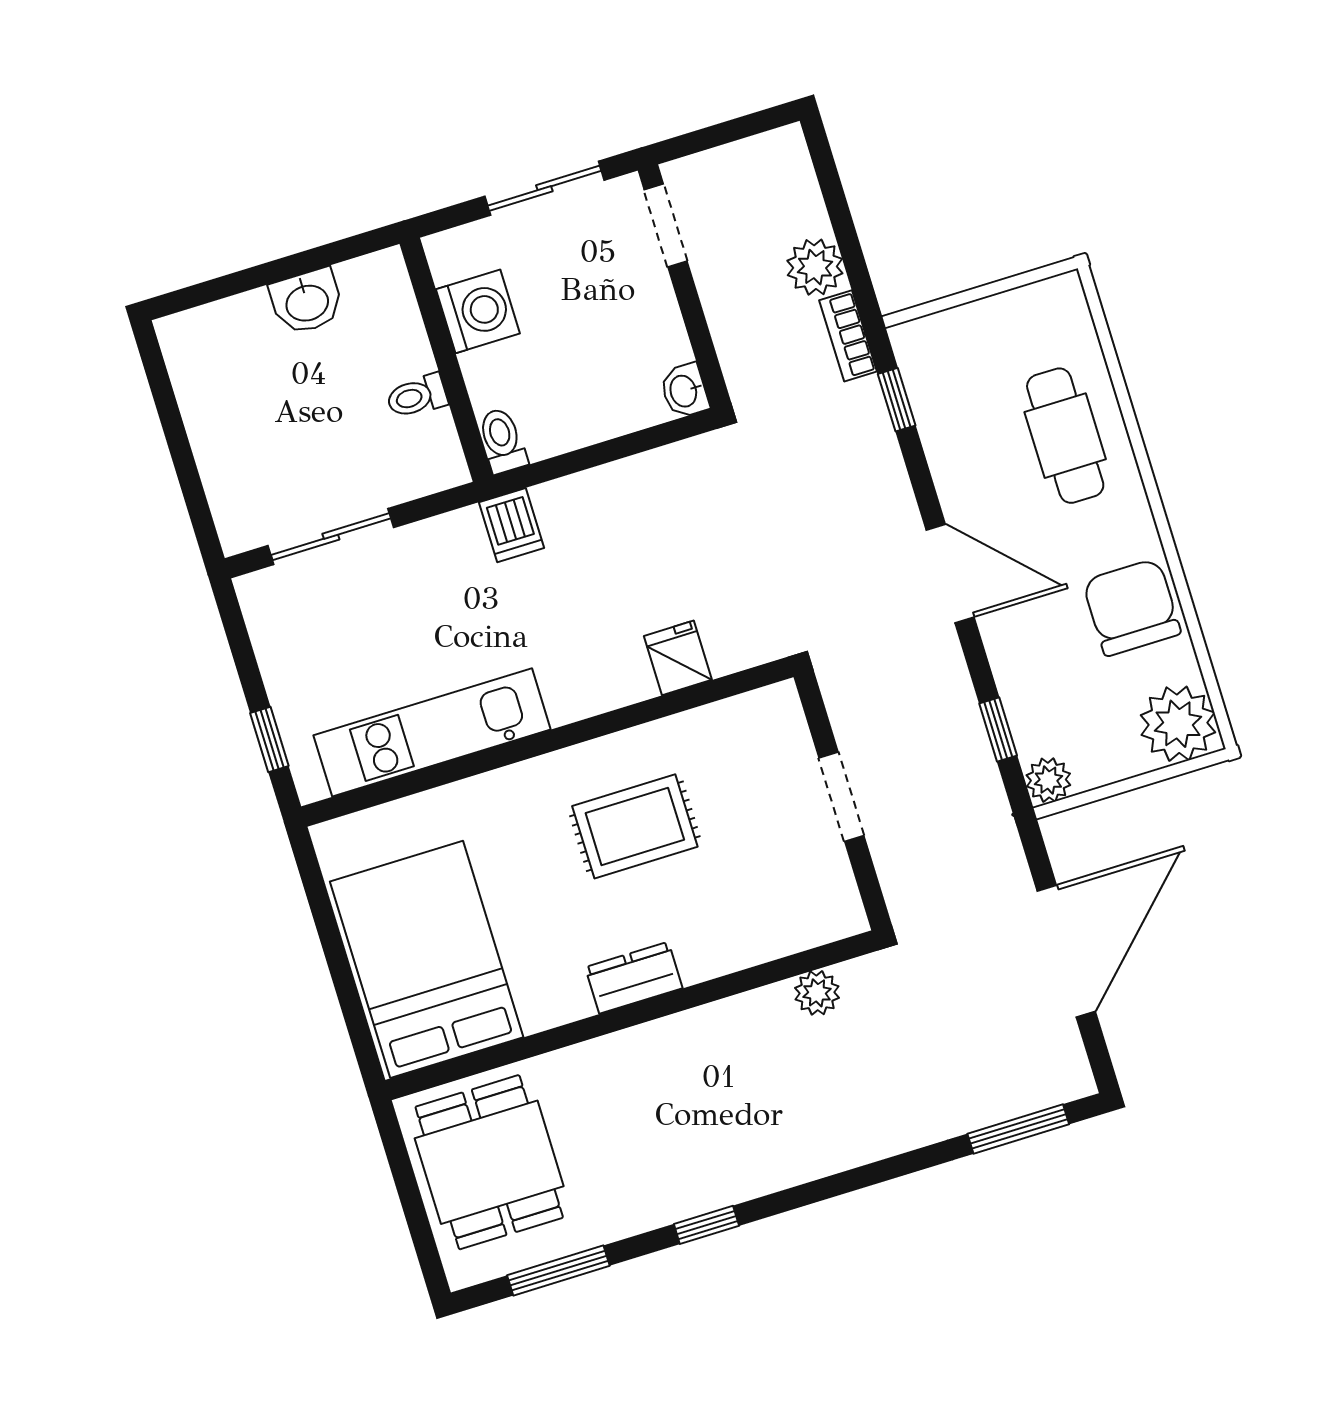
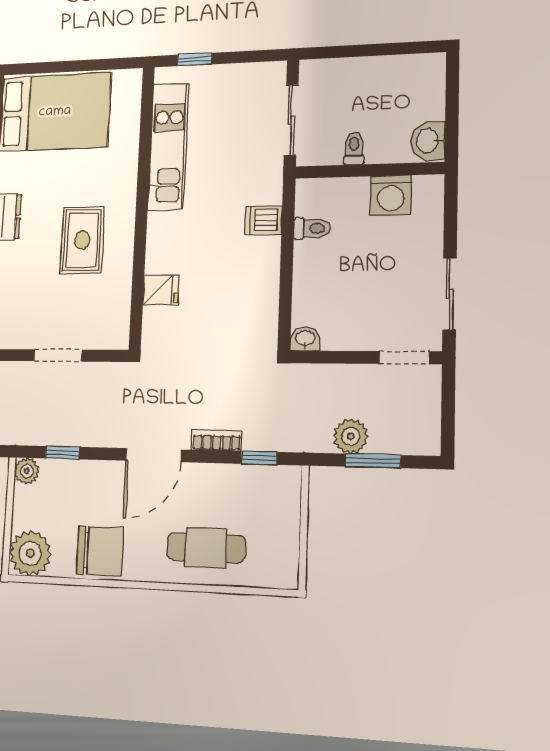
window: (841, 220) -> (373, 461), added
washing machine: (478, 311) -> (391, 195), moved
bookcase: (848, 336) -> (217, 440), moved
wall: (446, 360) -> (369, 170), moved
toilet: (417, 396) -> (354, 148), moved

